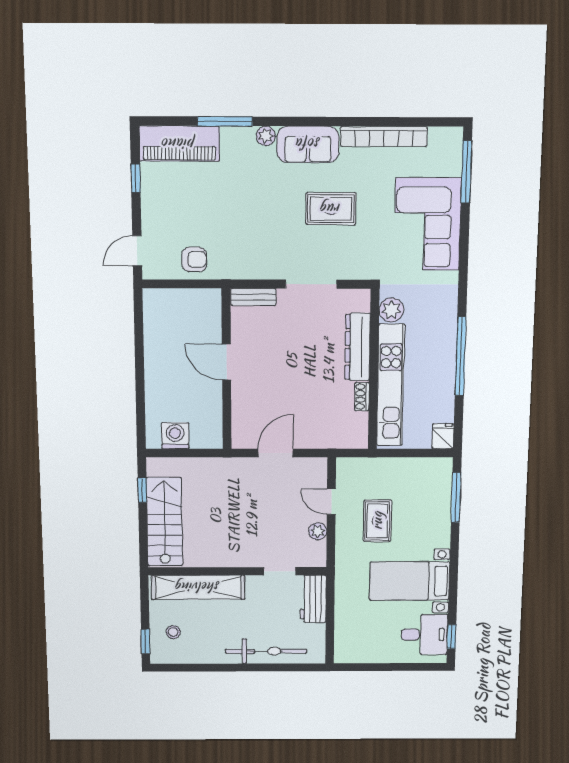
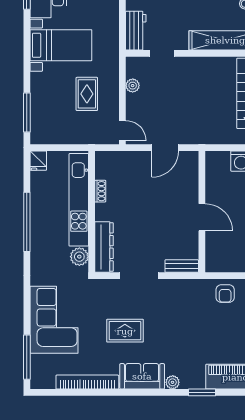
window: (225, 121) -> (202, 392), width x0.69
armchair: (194, 259) -> (225, 294), turned -90
dresser: (358, 347) -> (104, 247), moved
door: (331, 502) -> (122, 131), moved

